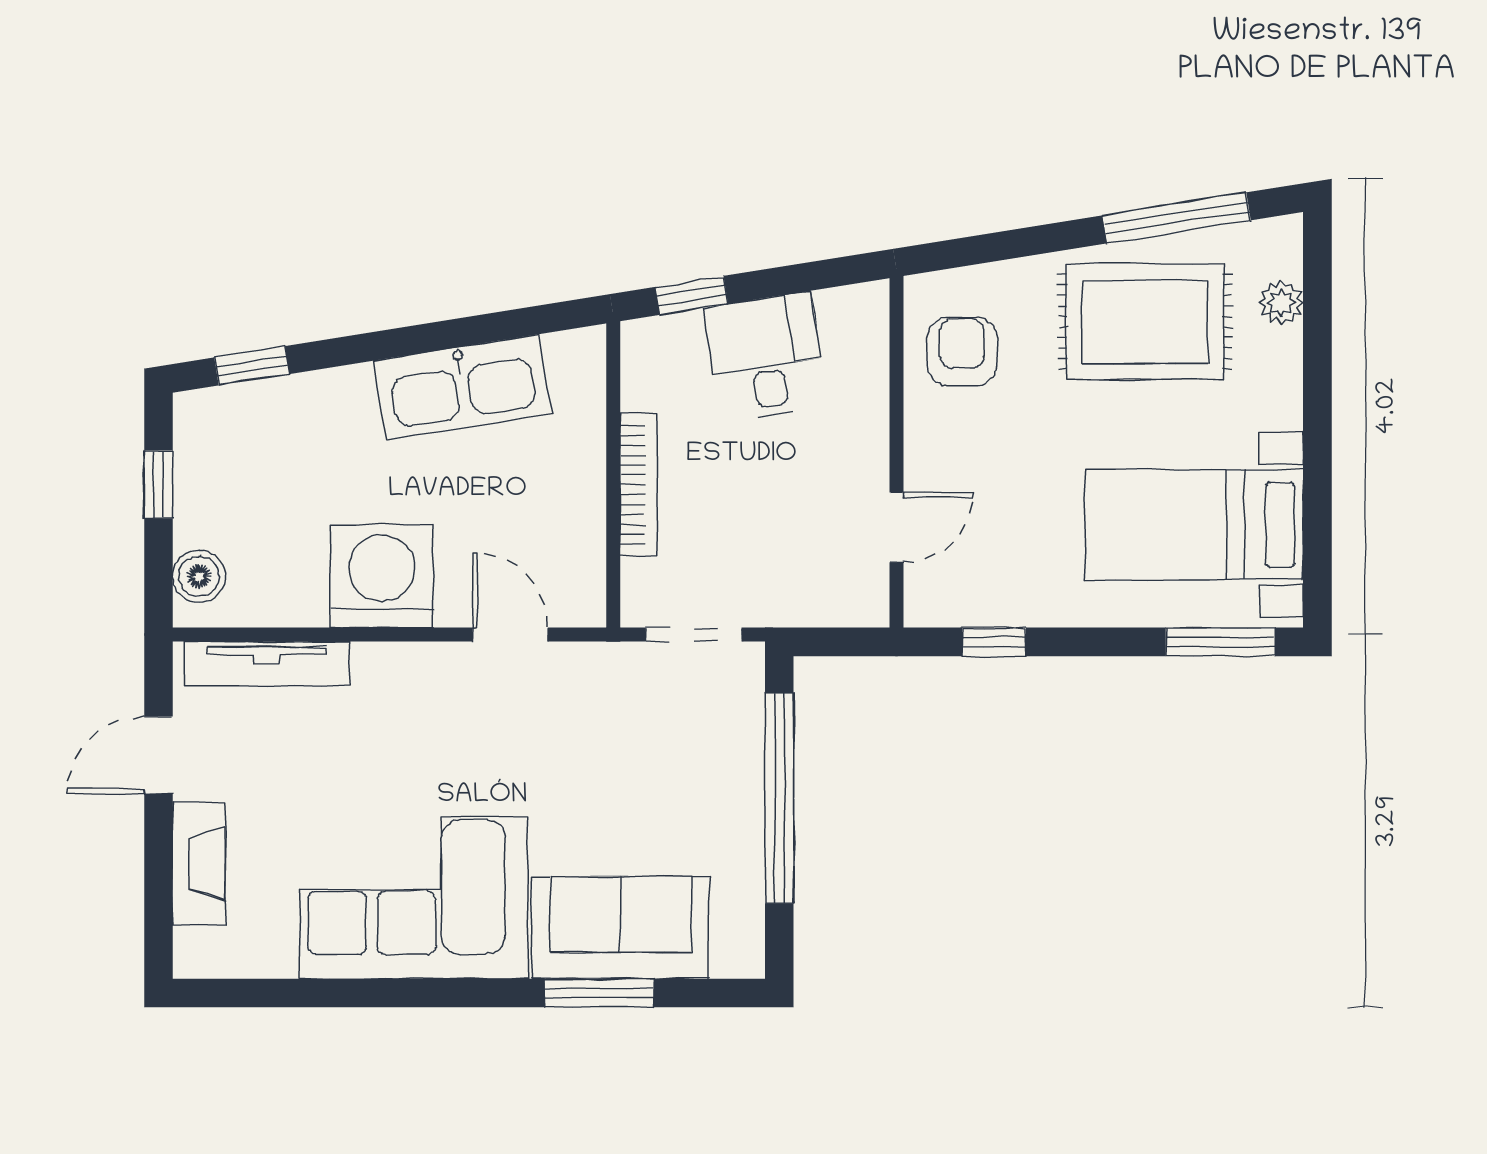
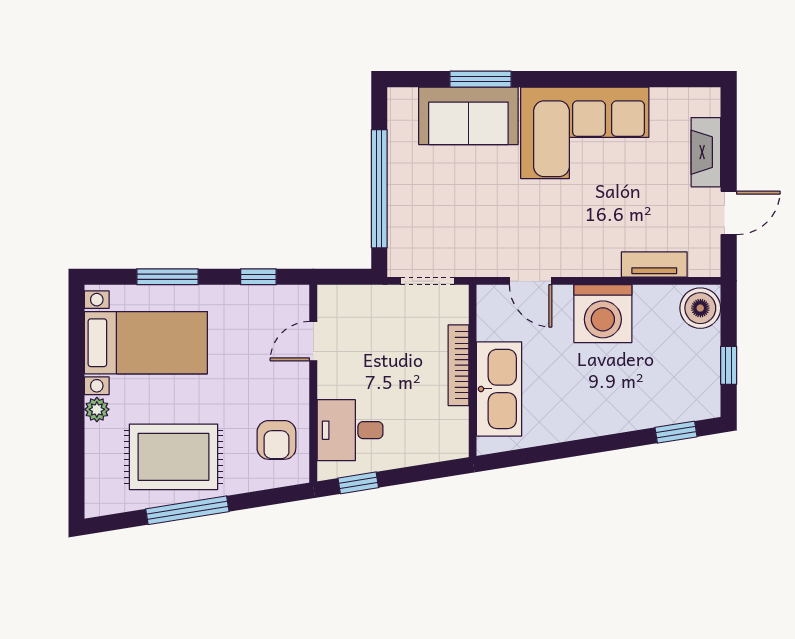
window: (1177, 218) -> (187, 510), moved
window: (692, 295) -> (358, 483), moved
plant: (1281, 303) -> (97, 409), moved
desk: (766, 357) -> (350, 430), moved, turned 99
kitchen sink: (463, 387) -> (499, 389), moved, turned 99
boiler: (199, 576) -> (700, 308), width x1.36, depth x1.36
window: (1220, 642) -> (168, 277), moved
tv unit: (266, 664) -> (654, 264), width x0.71

